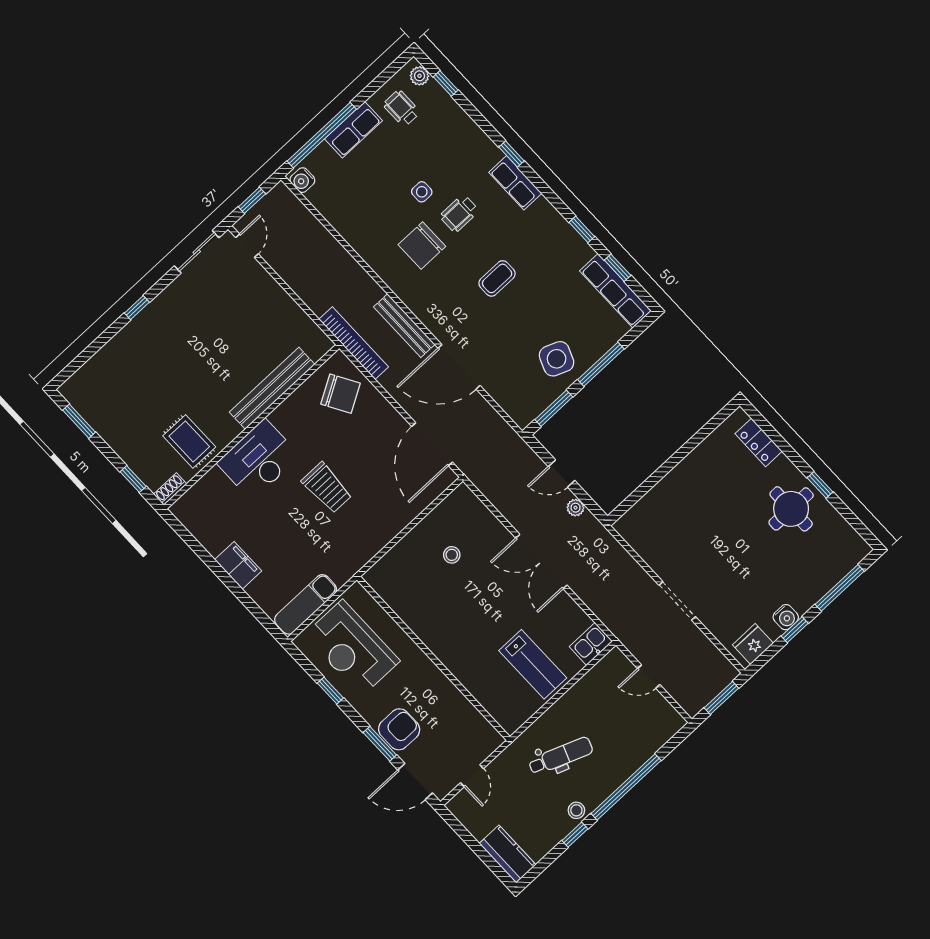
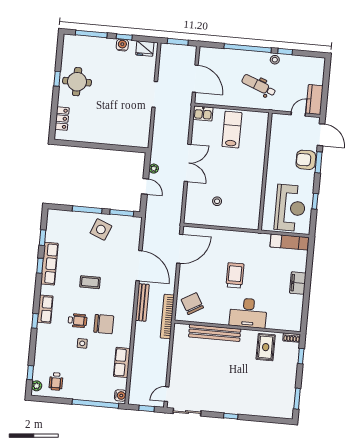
row of seats: (354, 130) -> (122, 362), moved, turned -90
row of seats: (616, 291) -> (49, 264), moved
door: (649, 677) -> (195, 79), width x1.88
kitchen counter: (508, 854) -> (314, 100), moved

